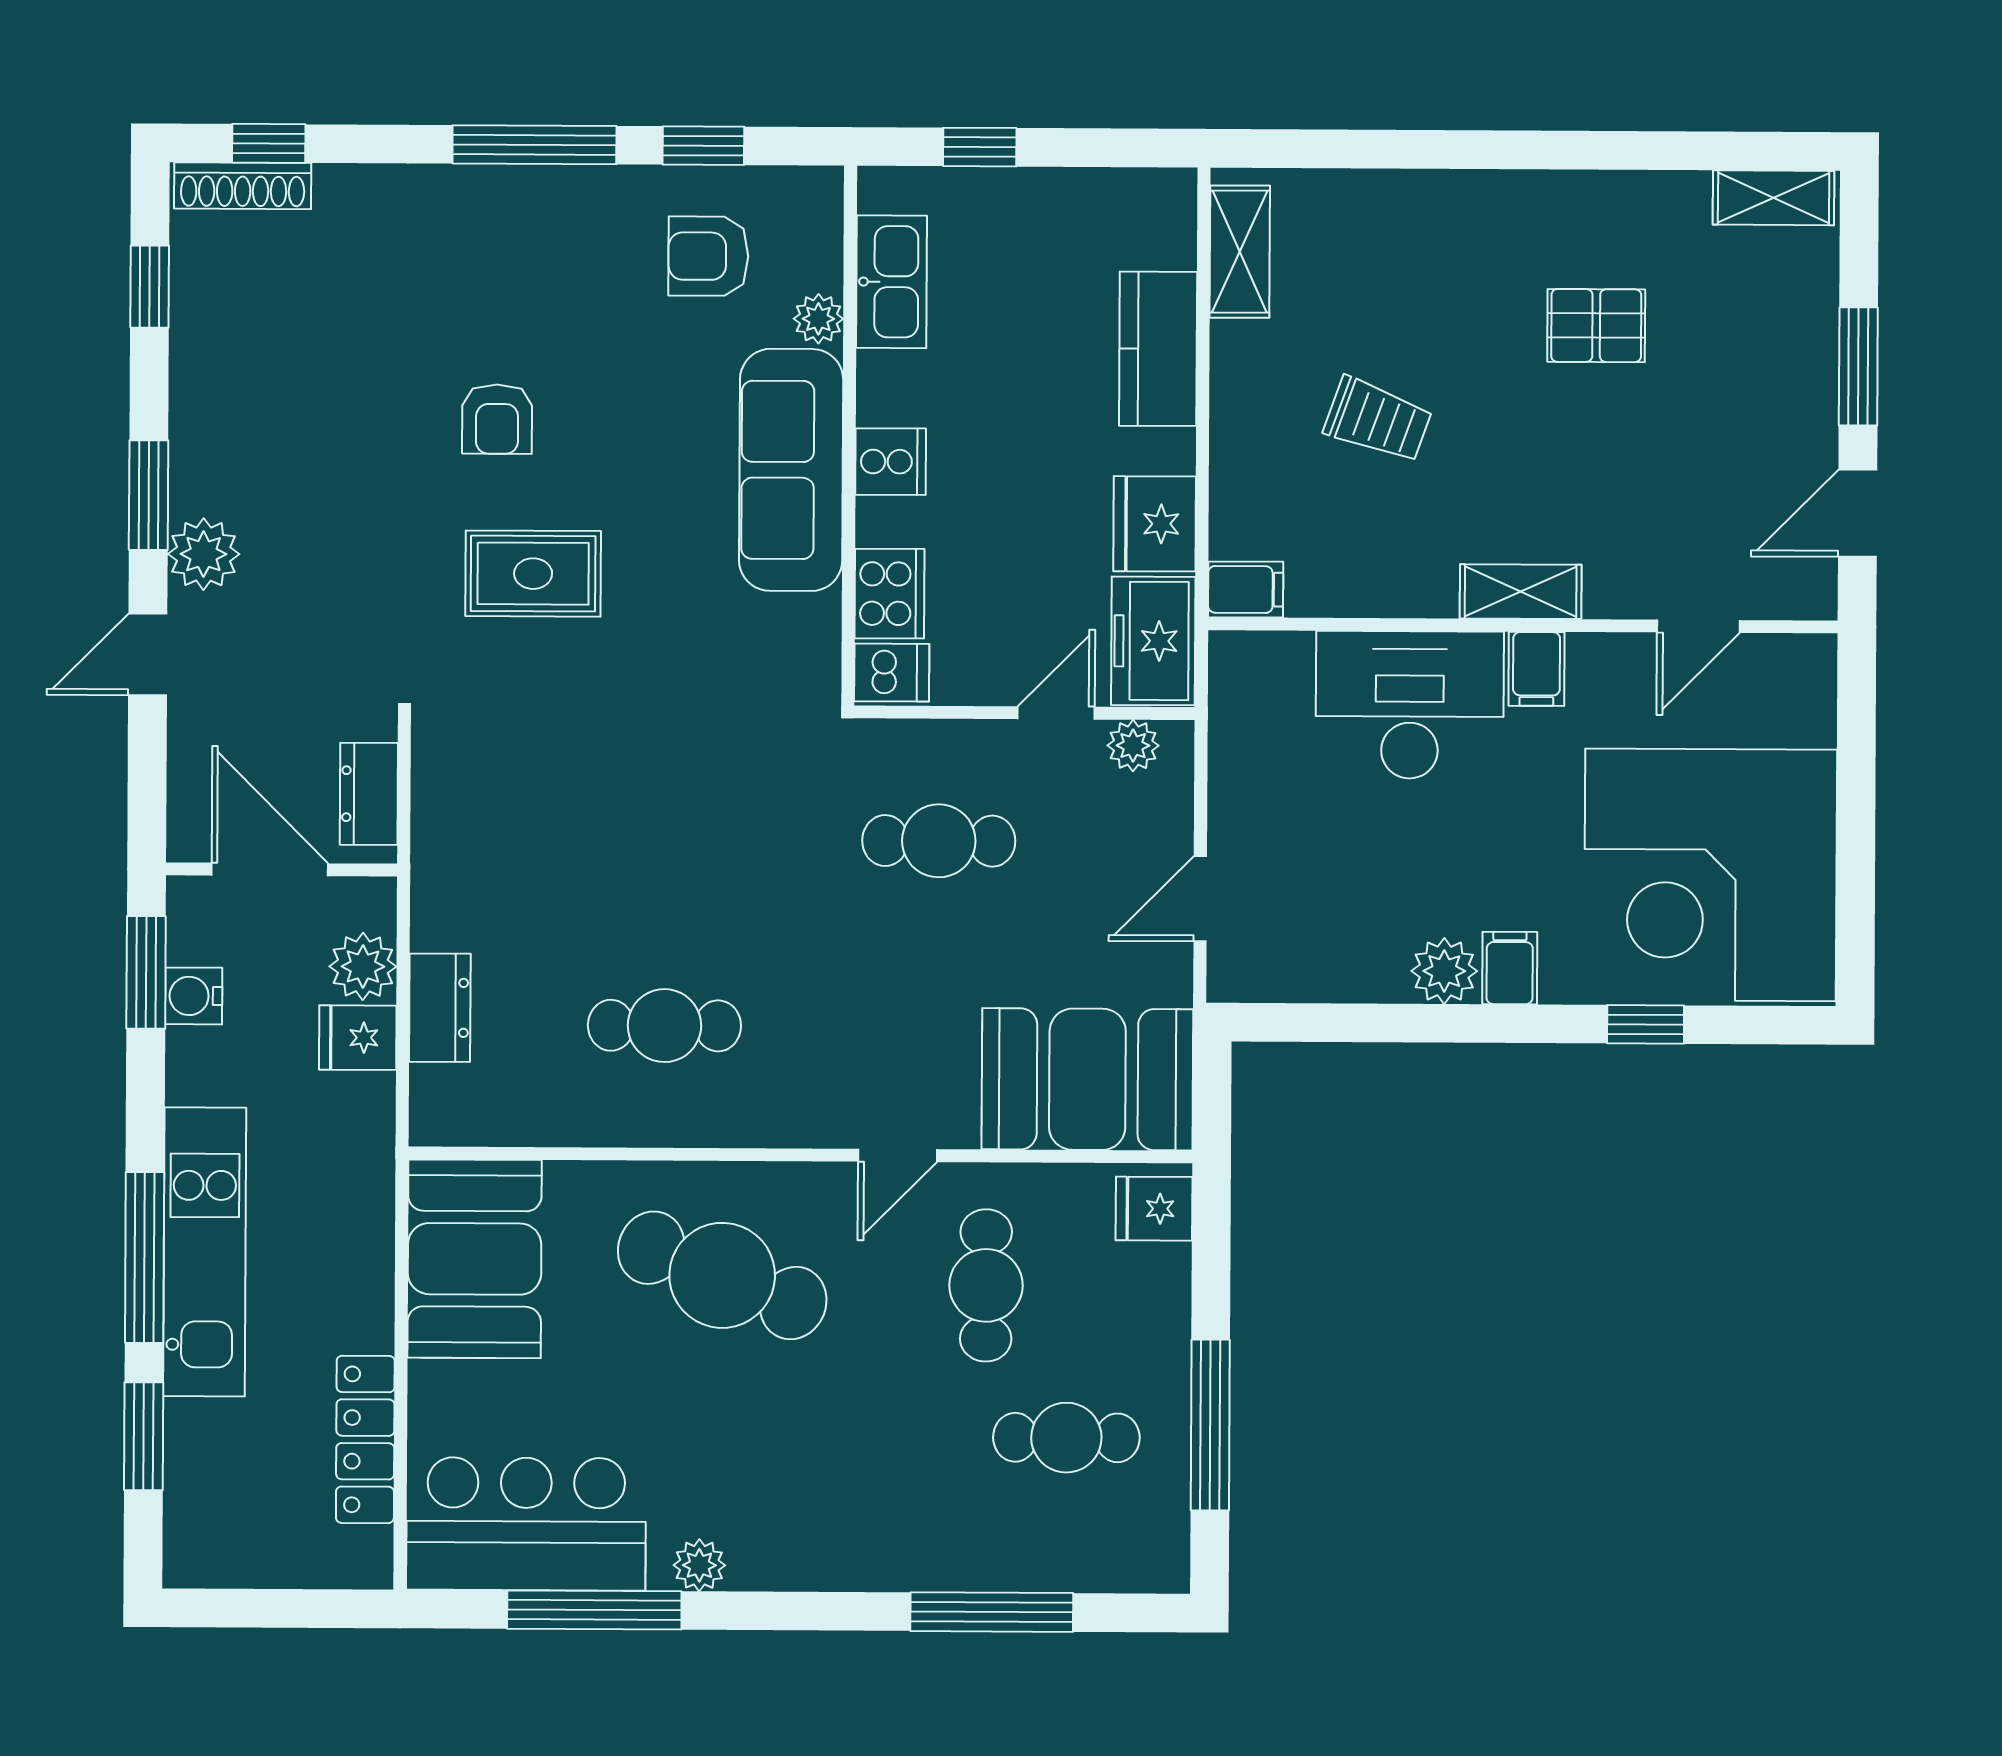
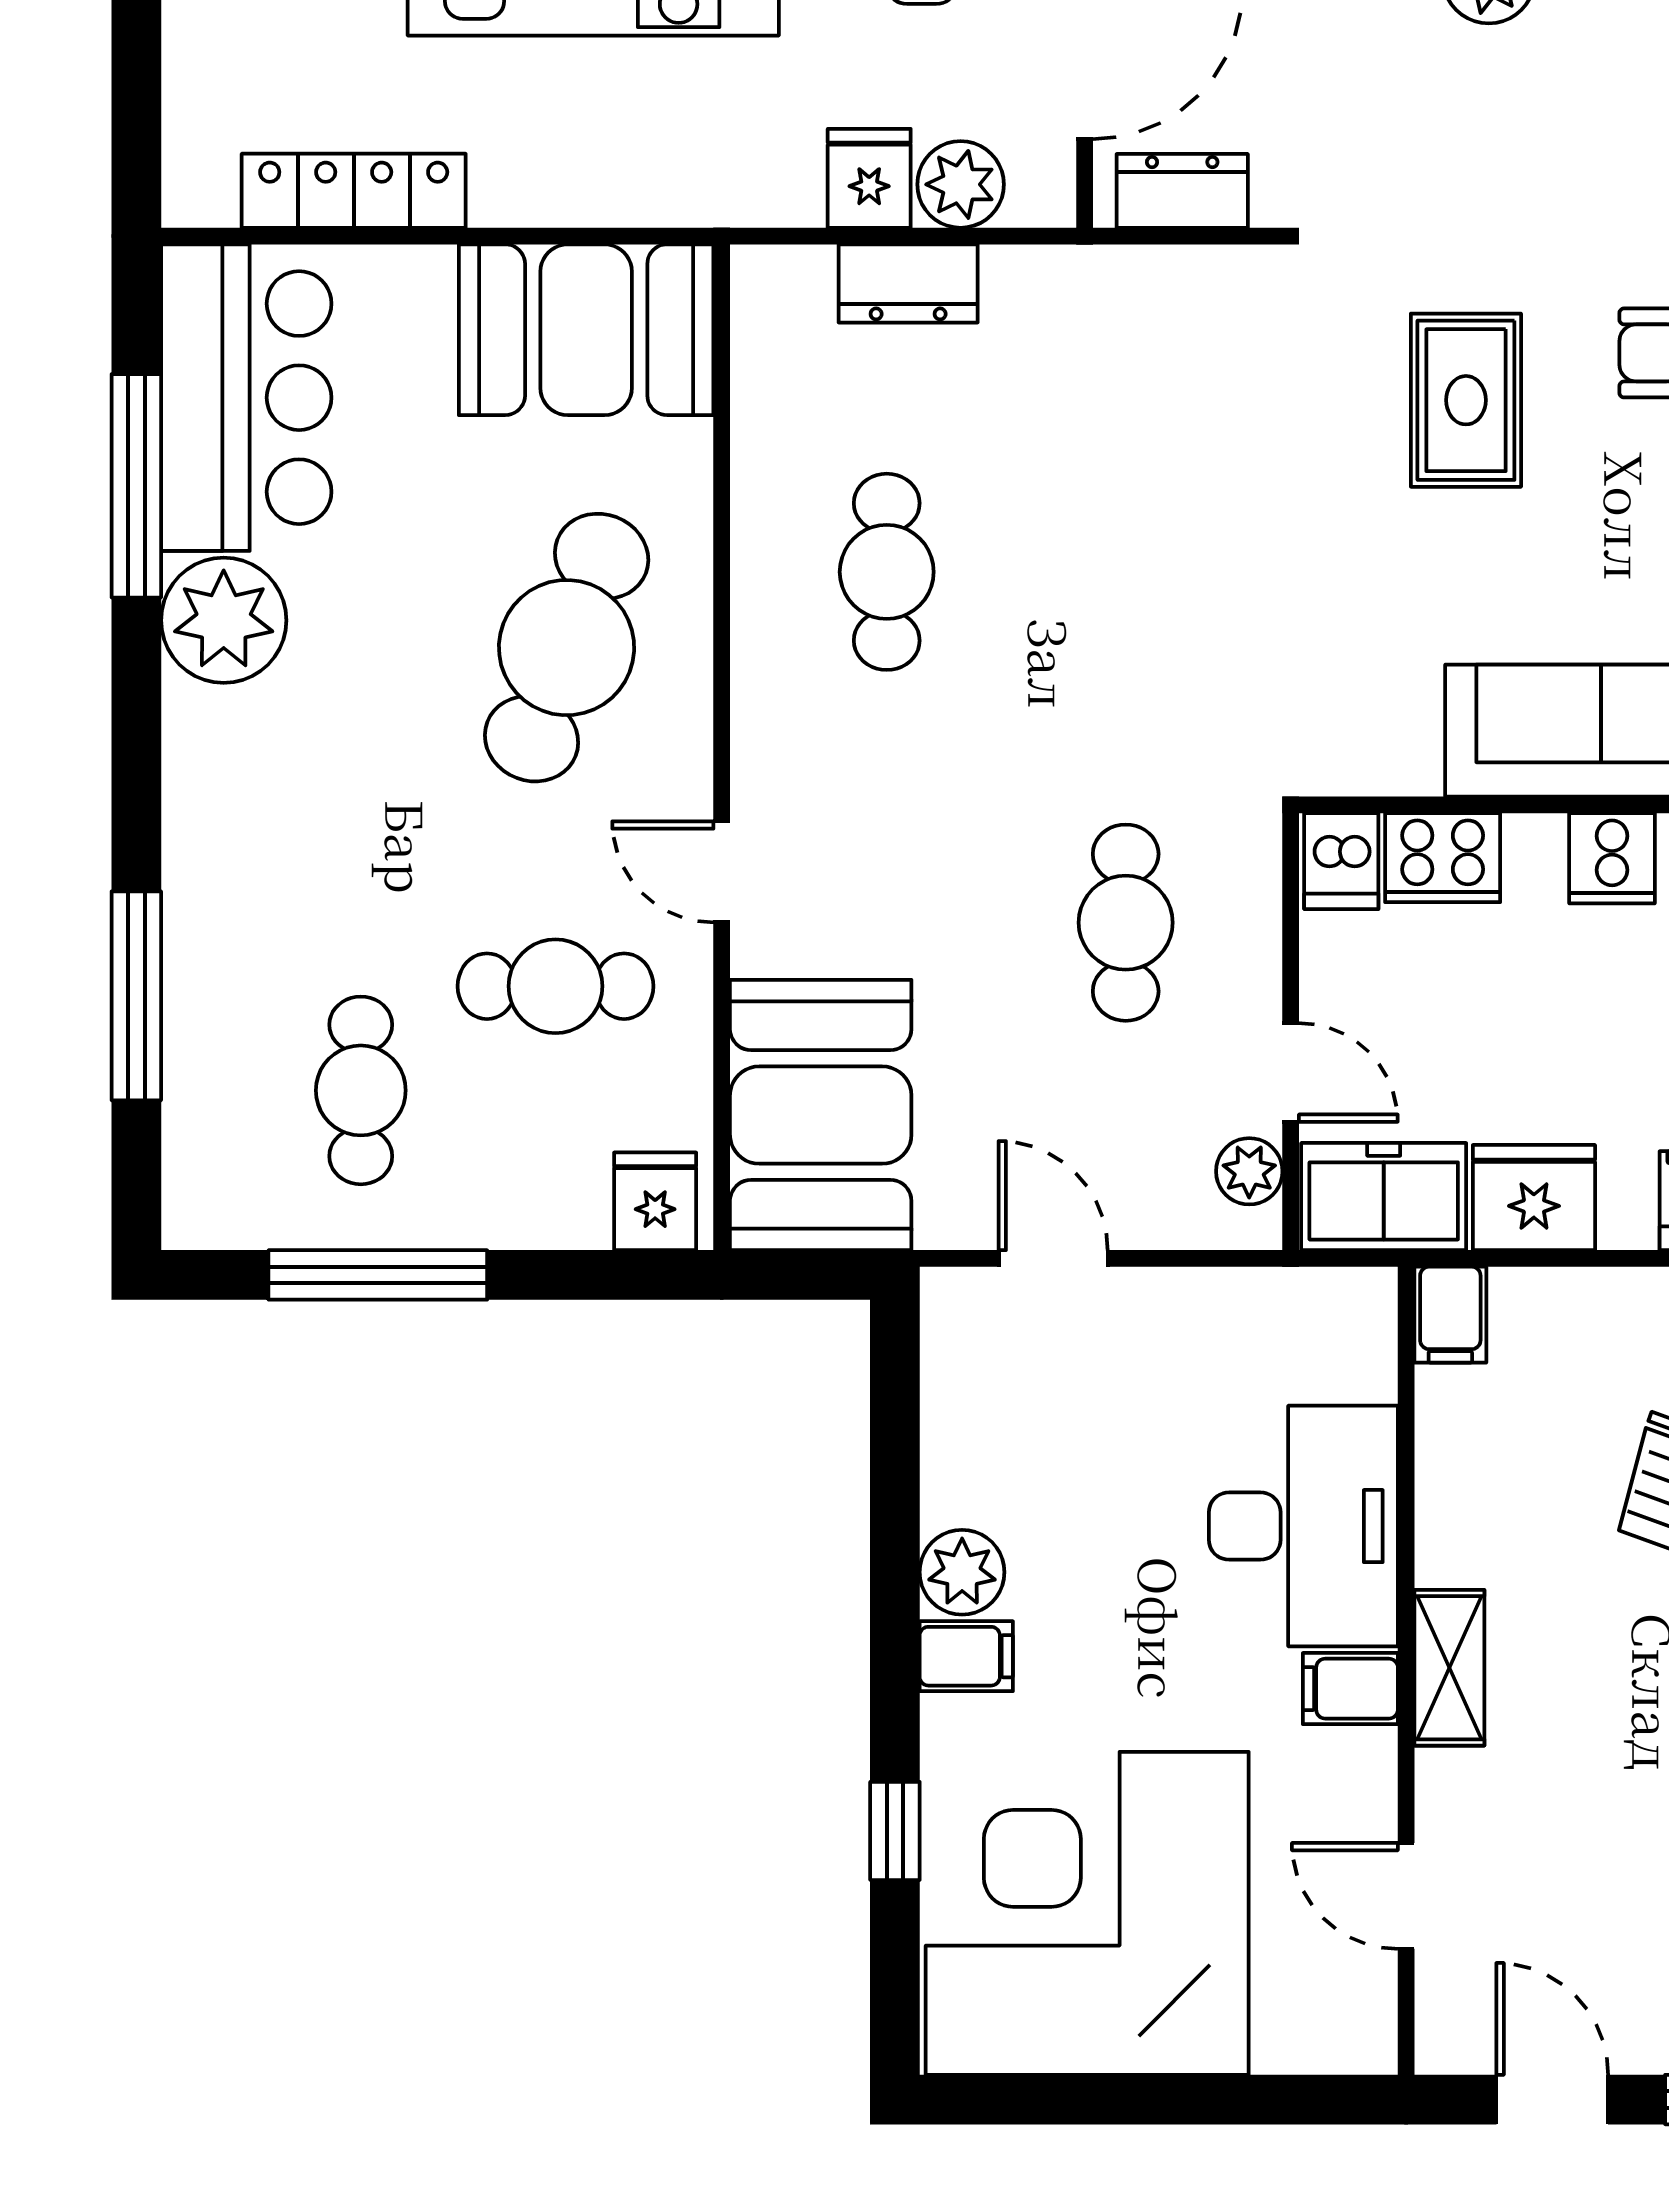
plant: (699, 1565) -> (224, 620), width x1.88, depth x1.88

